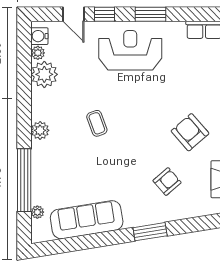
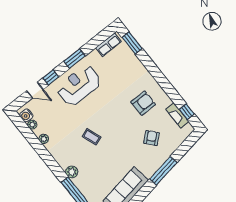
plant: (44, 74) -> (44, 139), width x0.53, depth x0.53
plant: (40, 130) -> (72, 172), moved
armchair: (190, 132) -> (143, 103), turned 131
window: (150, 232) -> (163, 171), width x1.44

